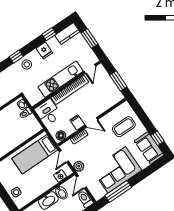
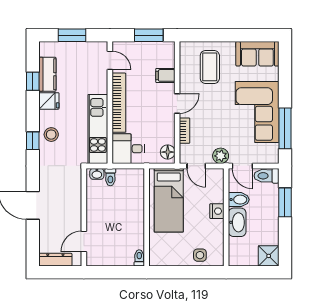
kitchen counter: (67, 34) -> (47, 74), moved
kitchen unit: (61, 79) -> (98, 129), moved
filing cabinet: (77, 122) -> (165, 75), moved
window: (158, 138) -> (252, 35), removed
nightstand: (60, 176) -> (217, 211), moved

